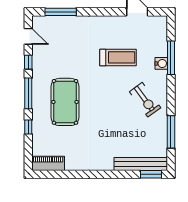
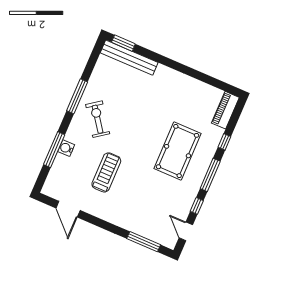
treadmill: (118, 57) -> (106, 172), turned 90
window: (171, 132) -> (77, 96), moved
piano: (48, 163) -> (225, 110), moved, turned 90

